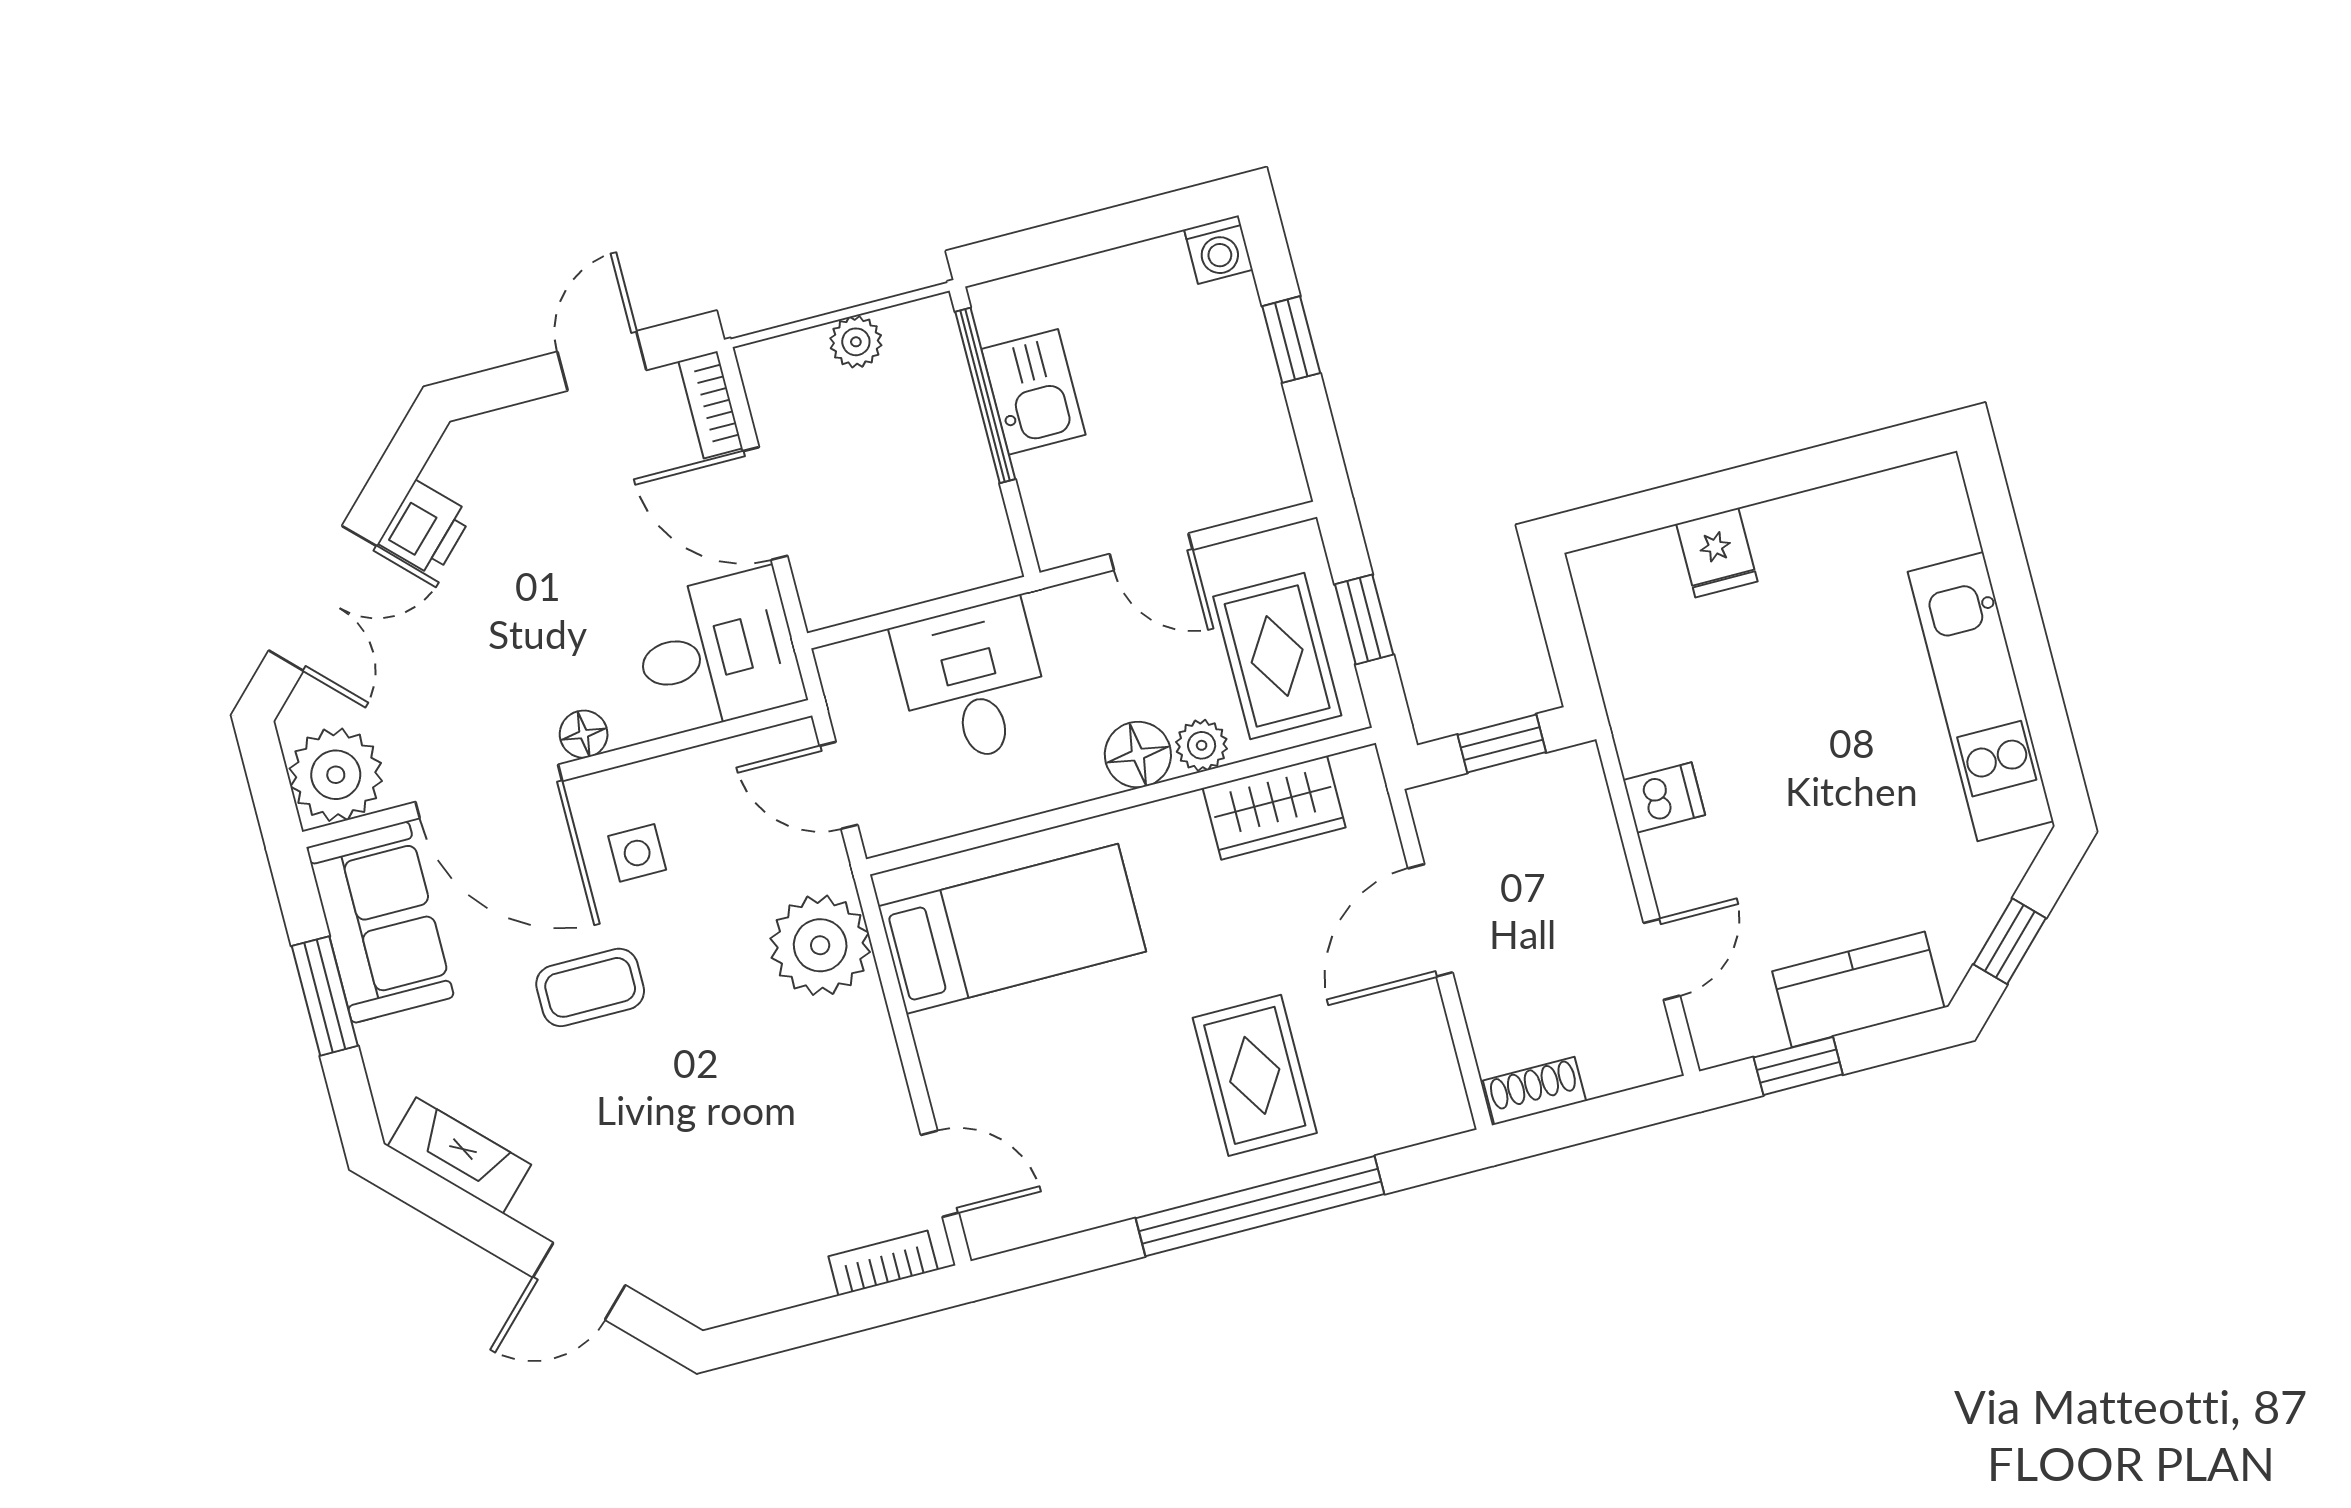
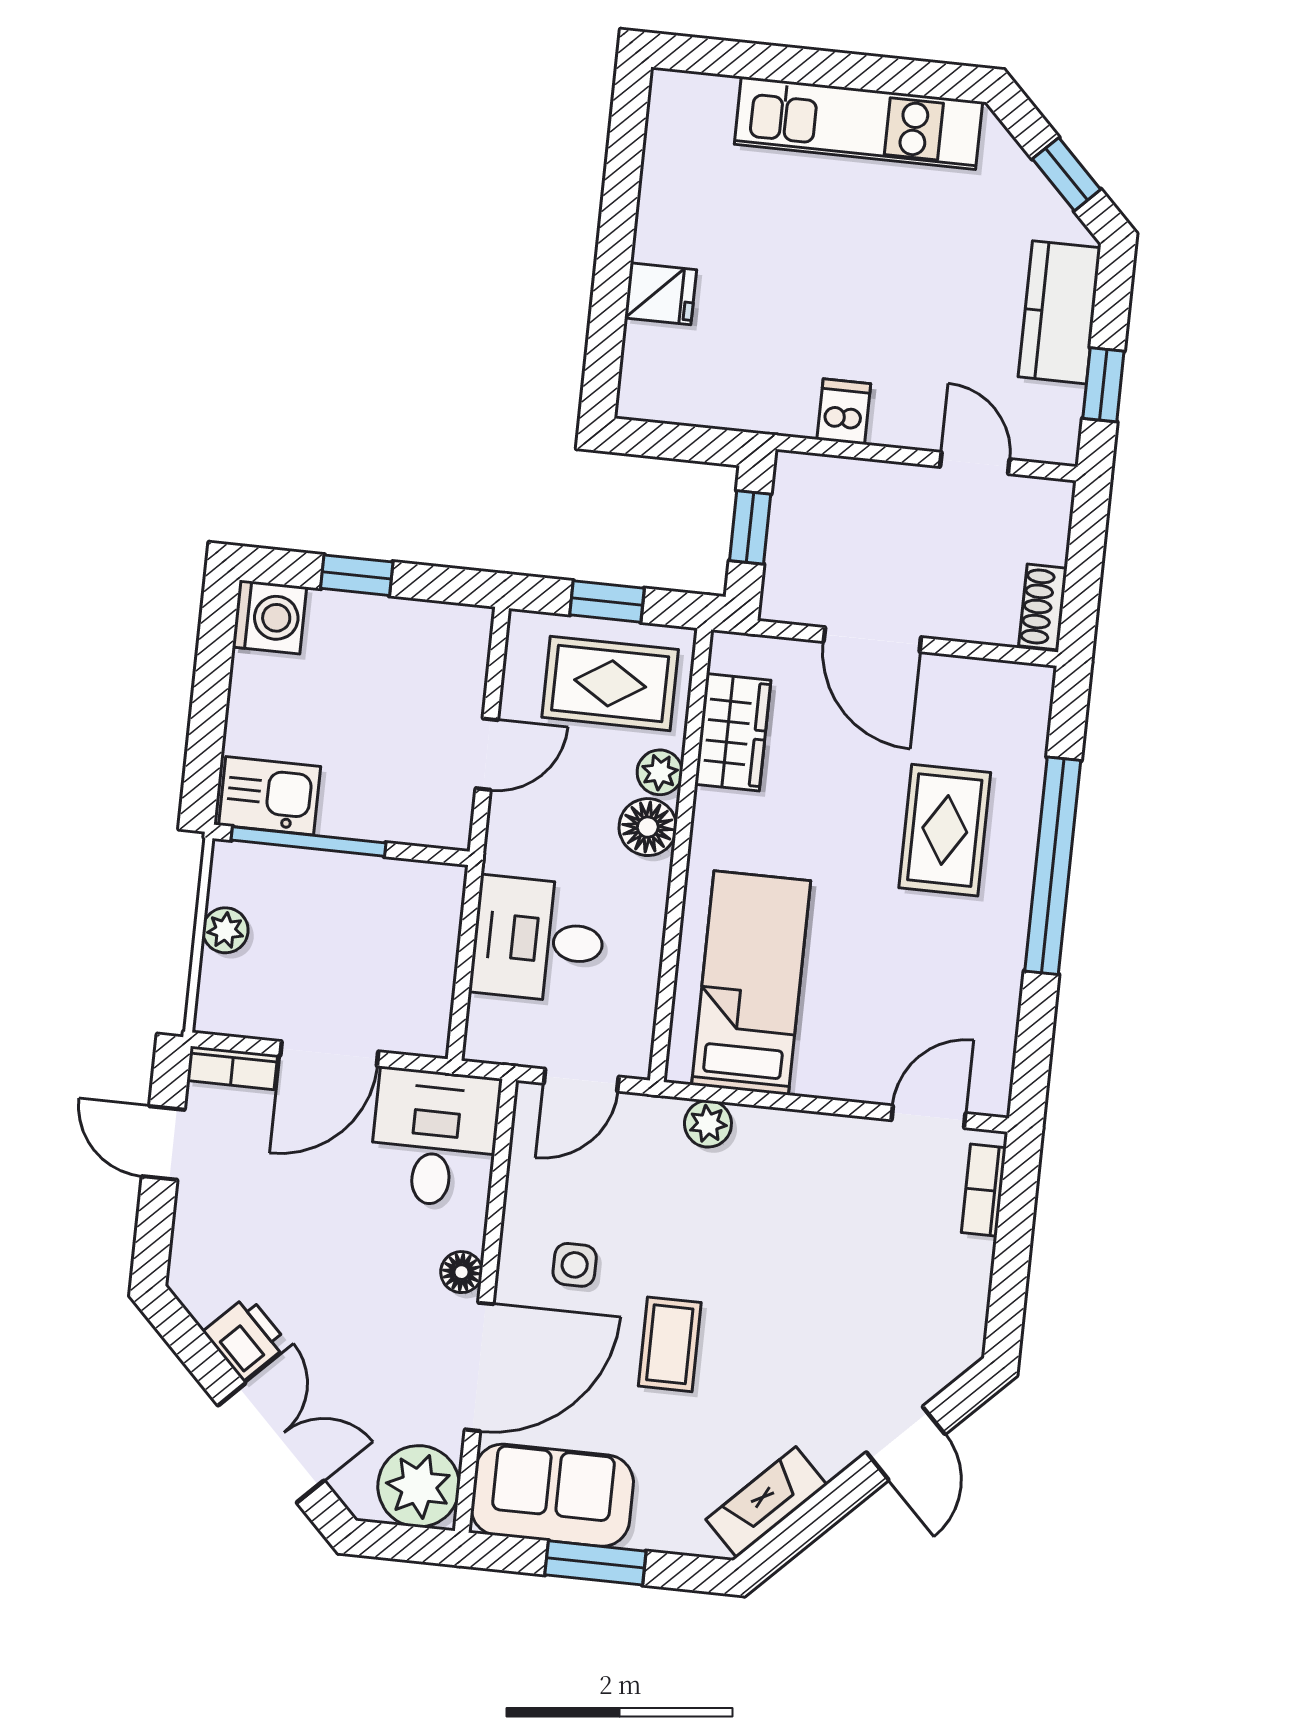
washing machine: (1218, 250) -> (270, 617), width x1.38, depth x1.38
kitchen sink: (1033, 392) -> (270, 796), moved
plant: (820, 945) -> (708, 1124), width x0.53, depth x0.53
rug: (1255, 1075) -> (945, 830), turned 90

